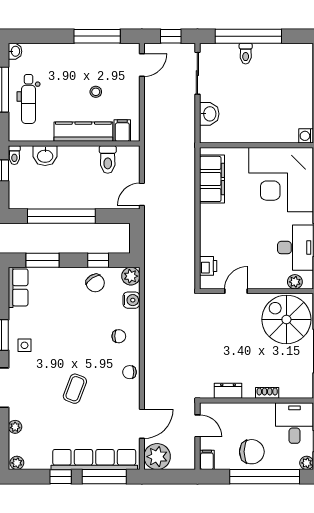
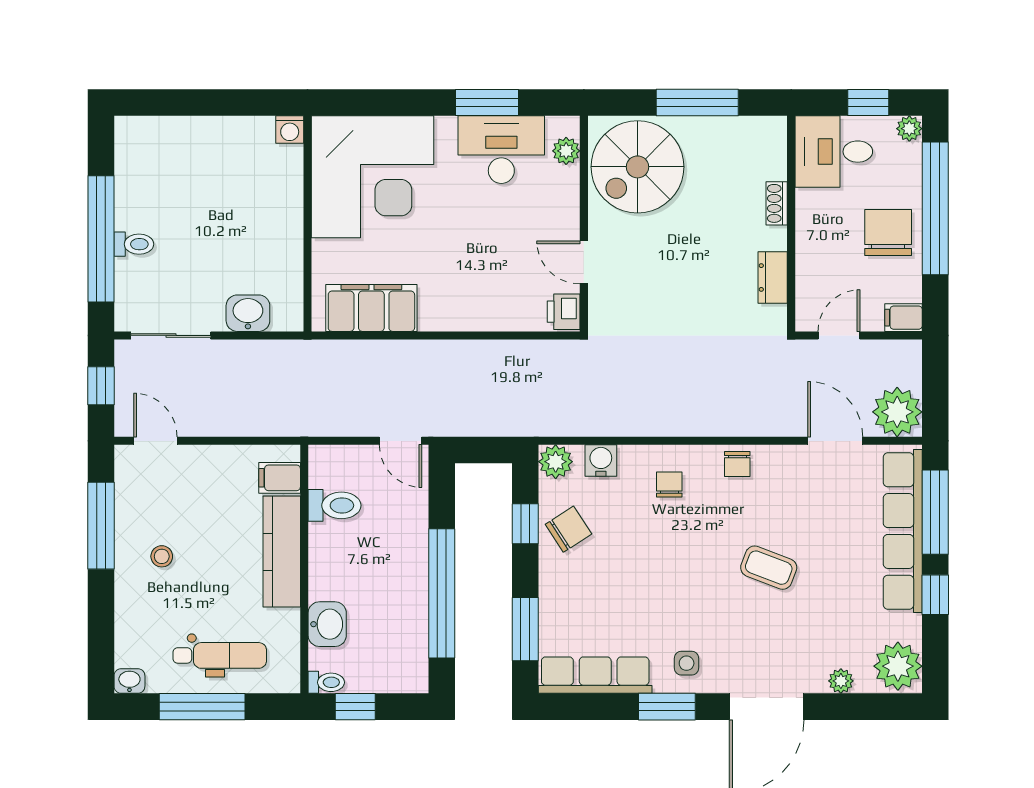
stool: (96, 92) -> (162, 556), moved
printer: (208, 266) -> (564, 312), moved, turned -90
row of seats: (18, 287) -> (595, 675), width x1.48
plant: (17, 463) -> (898, 666), width x1.87, depth x1.87

